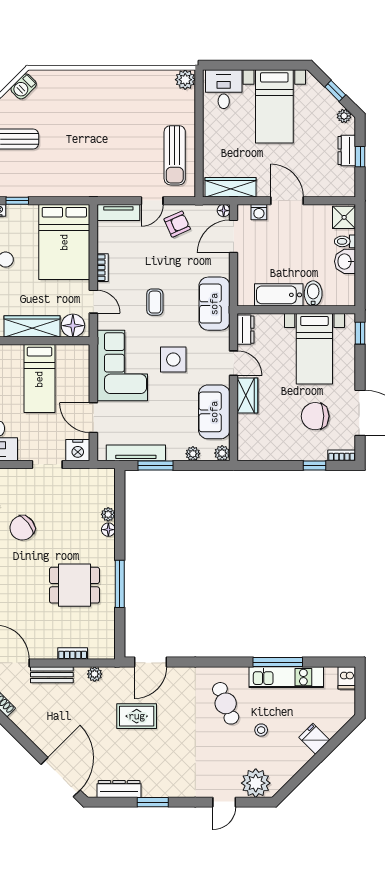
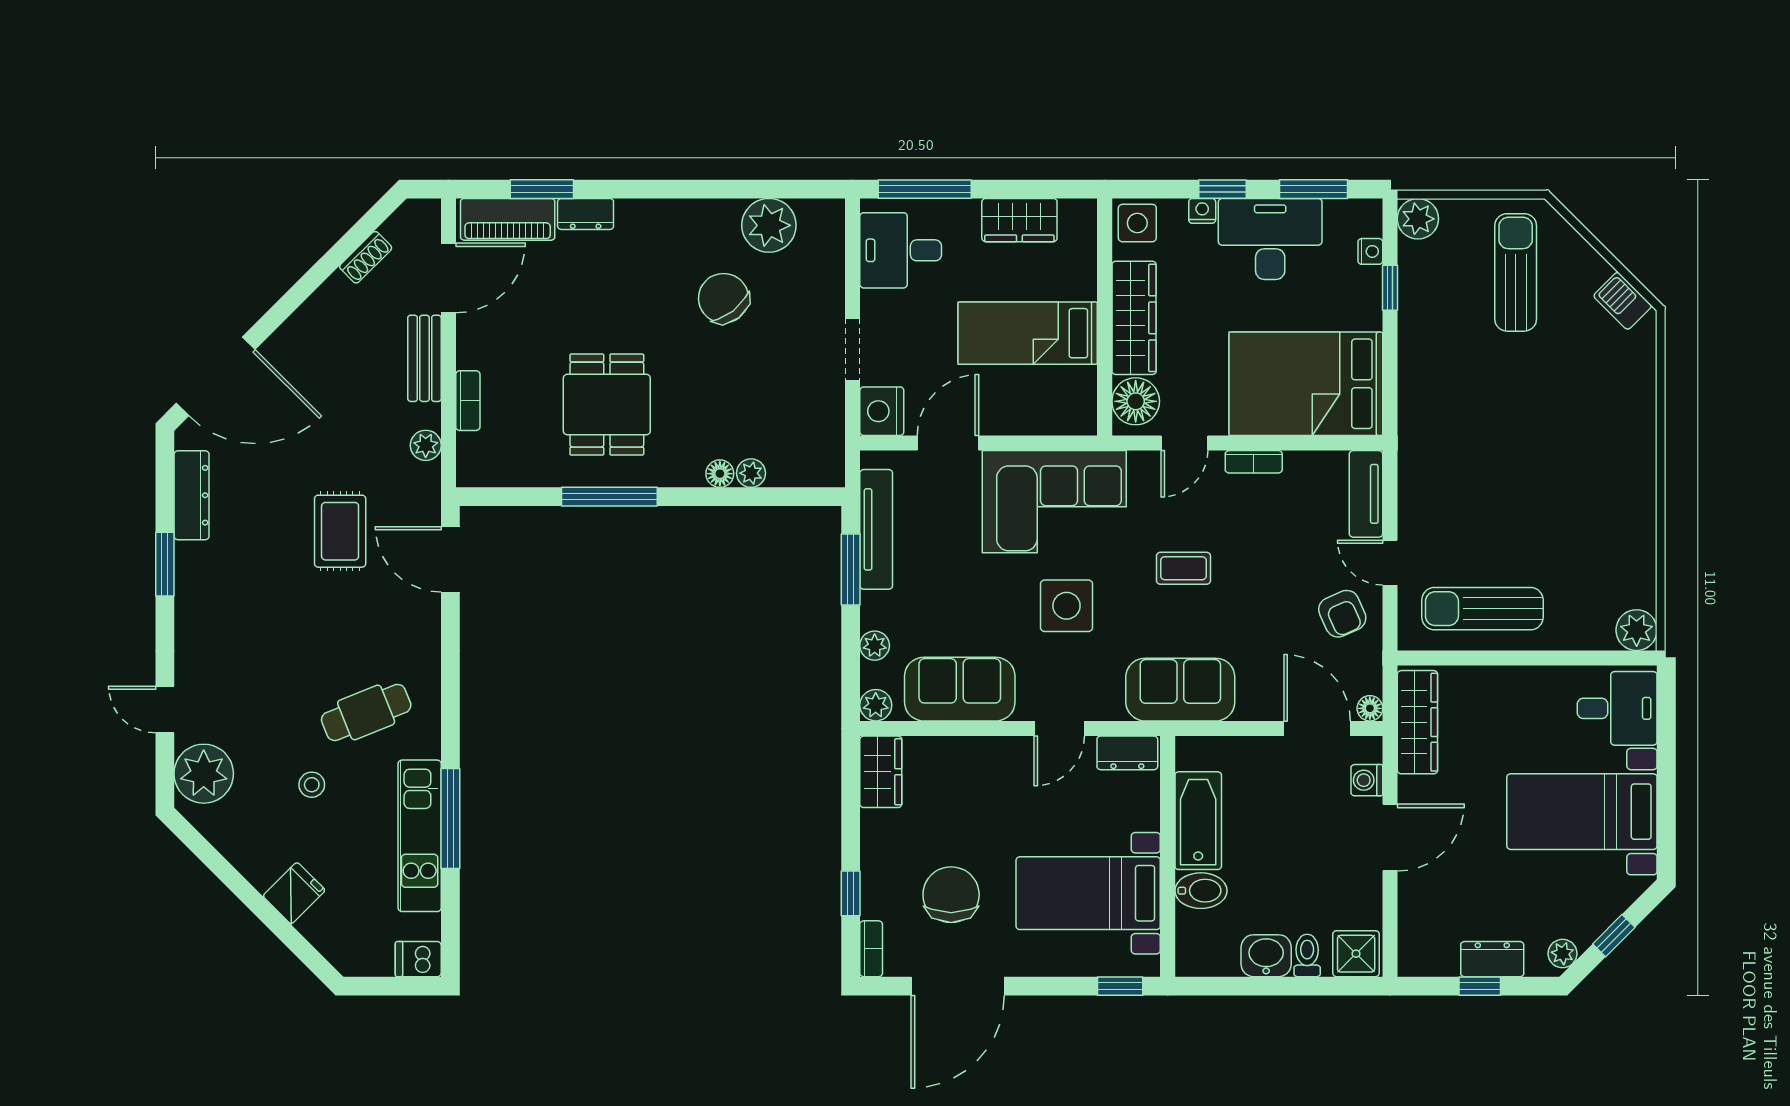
wardrobe: (247, 396) -> (881, 772), moved, turned -90

